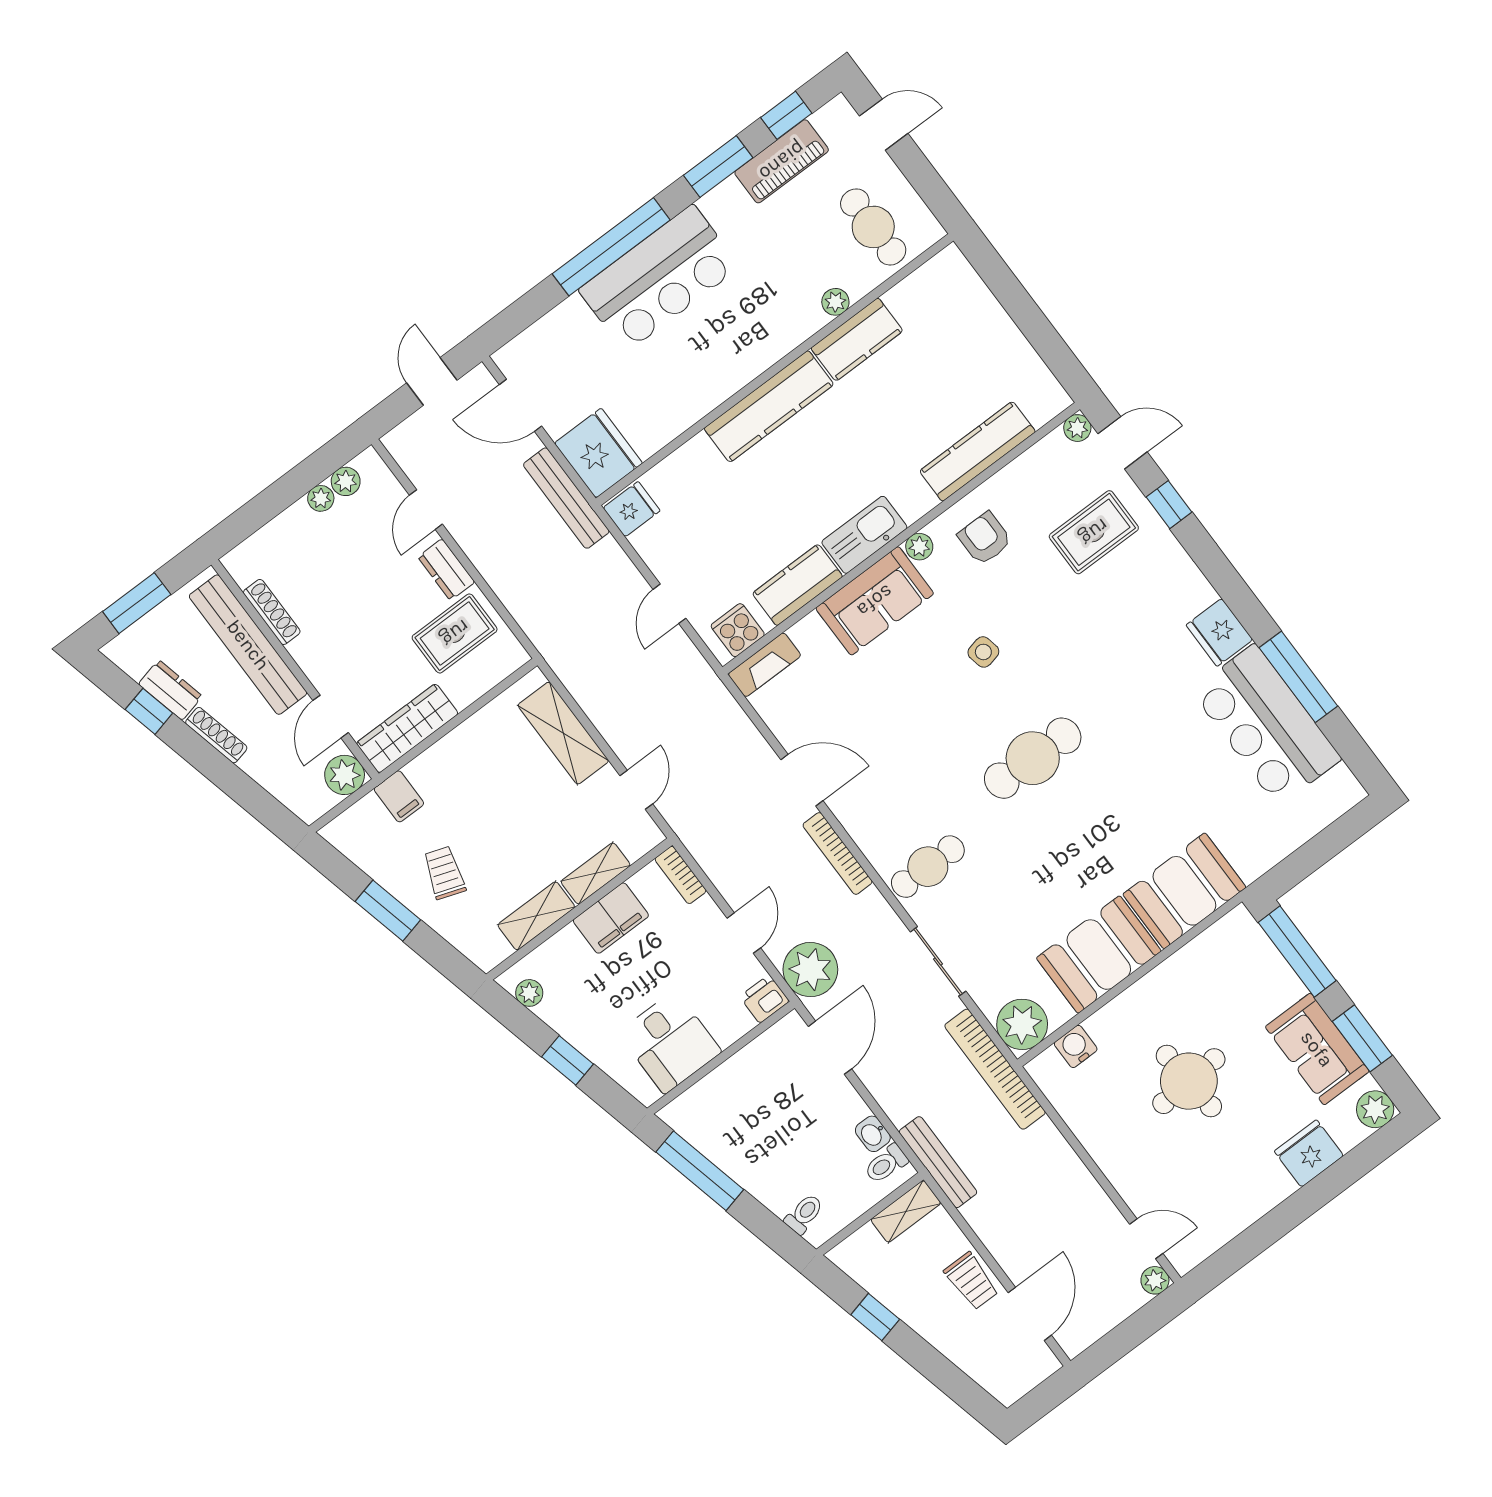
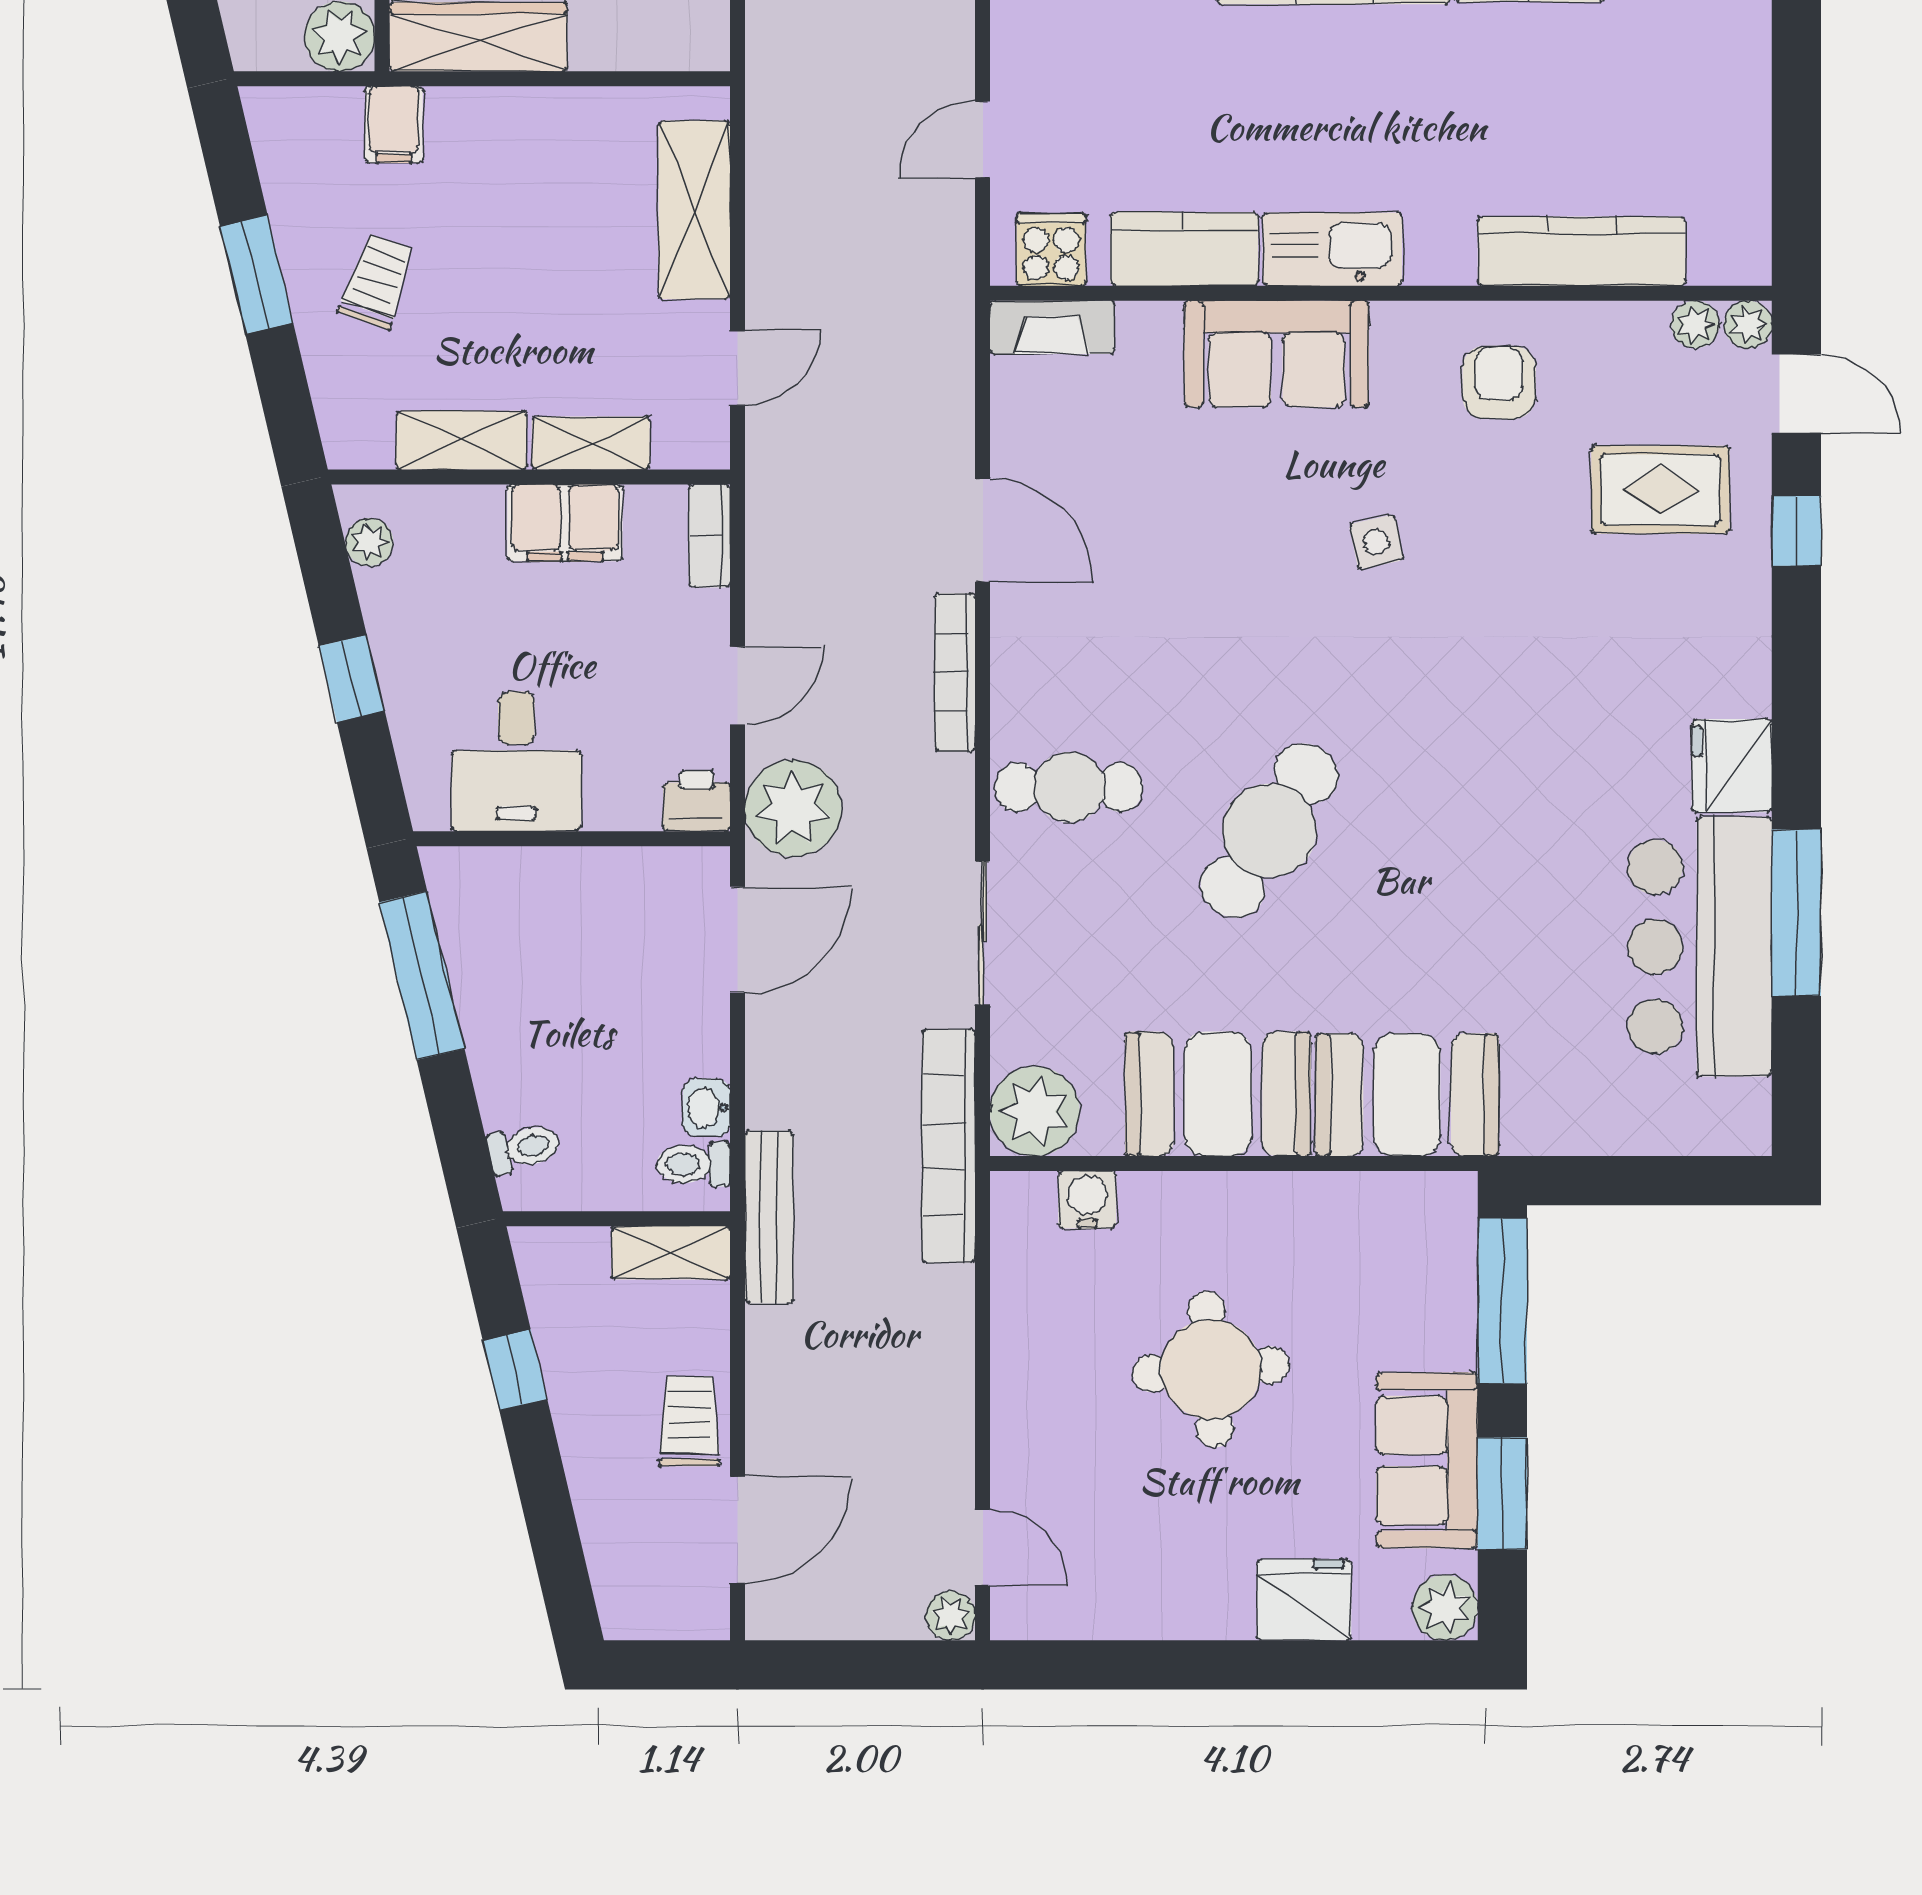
plant: (919, 547) -> (1695, 324), moved
cafe table: (1033, 758) -> (1269, 831), moved, turned -58
trolley: (971, 1281) -> (690, 1421), turned 180

